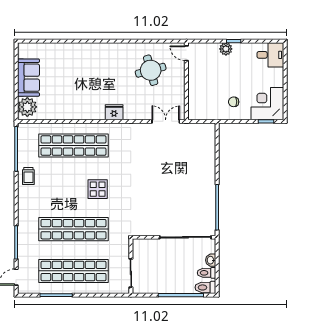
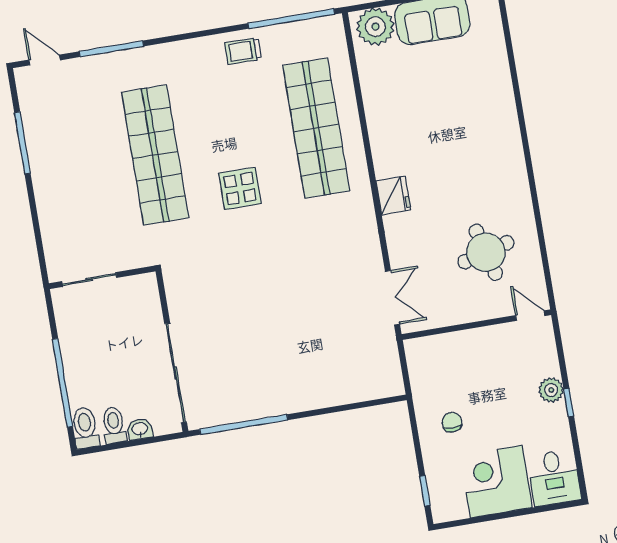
door: (186, 53) -> (530, 316), hinge flipped
corner desk: (267, 104) -> (496, 482), moved, turned -90
shop shelf: (74, 271) -> (75, 168), removed

